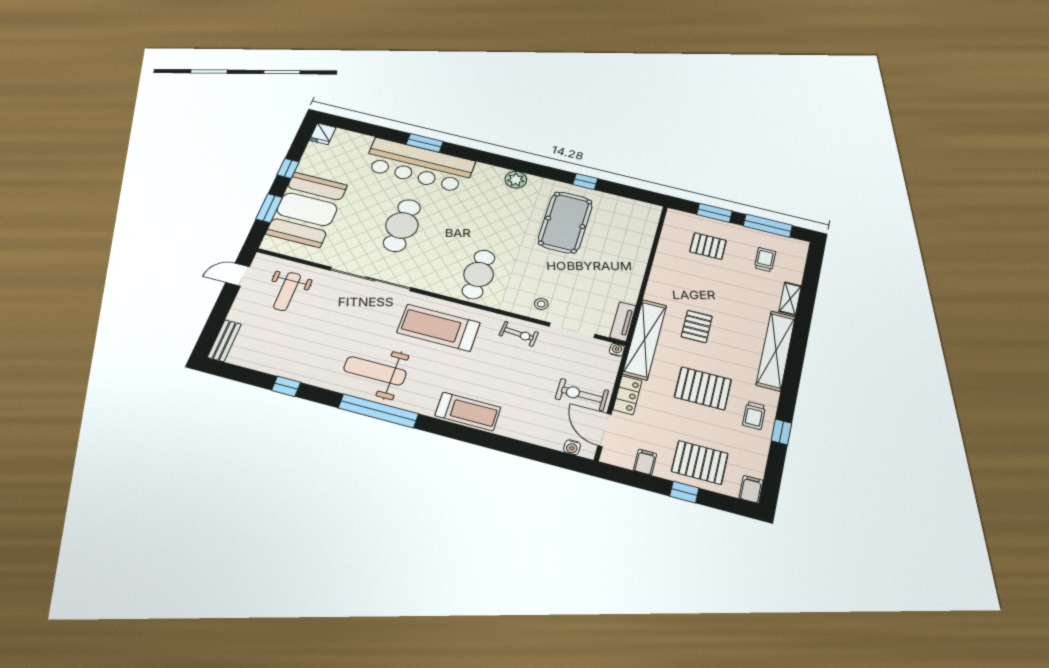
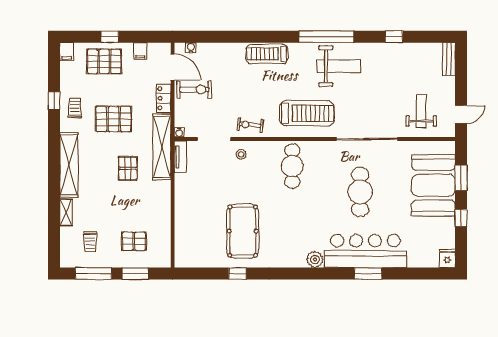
plant: (516, 180) -> (315, 259), moved

